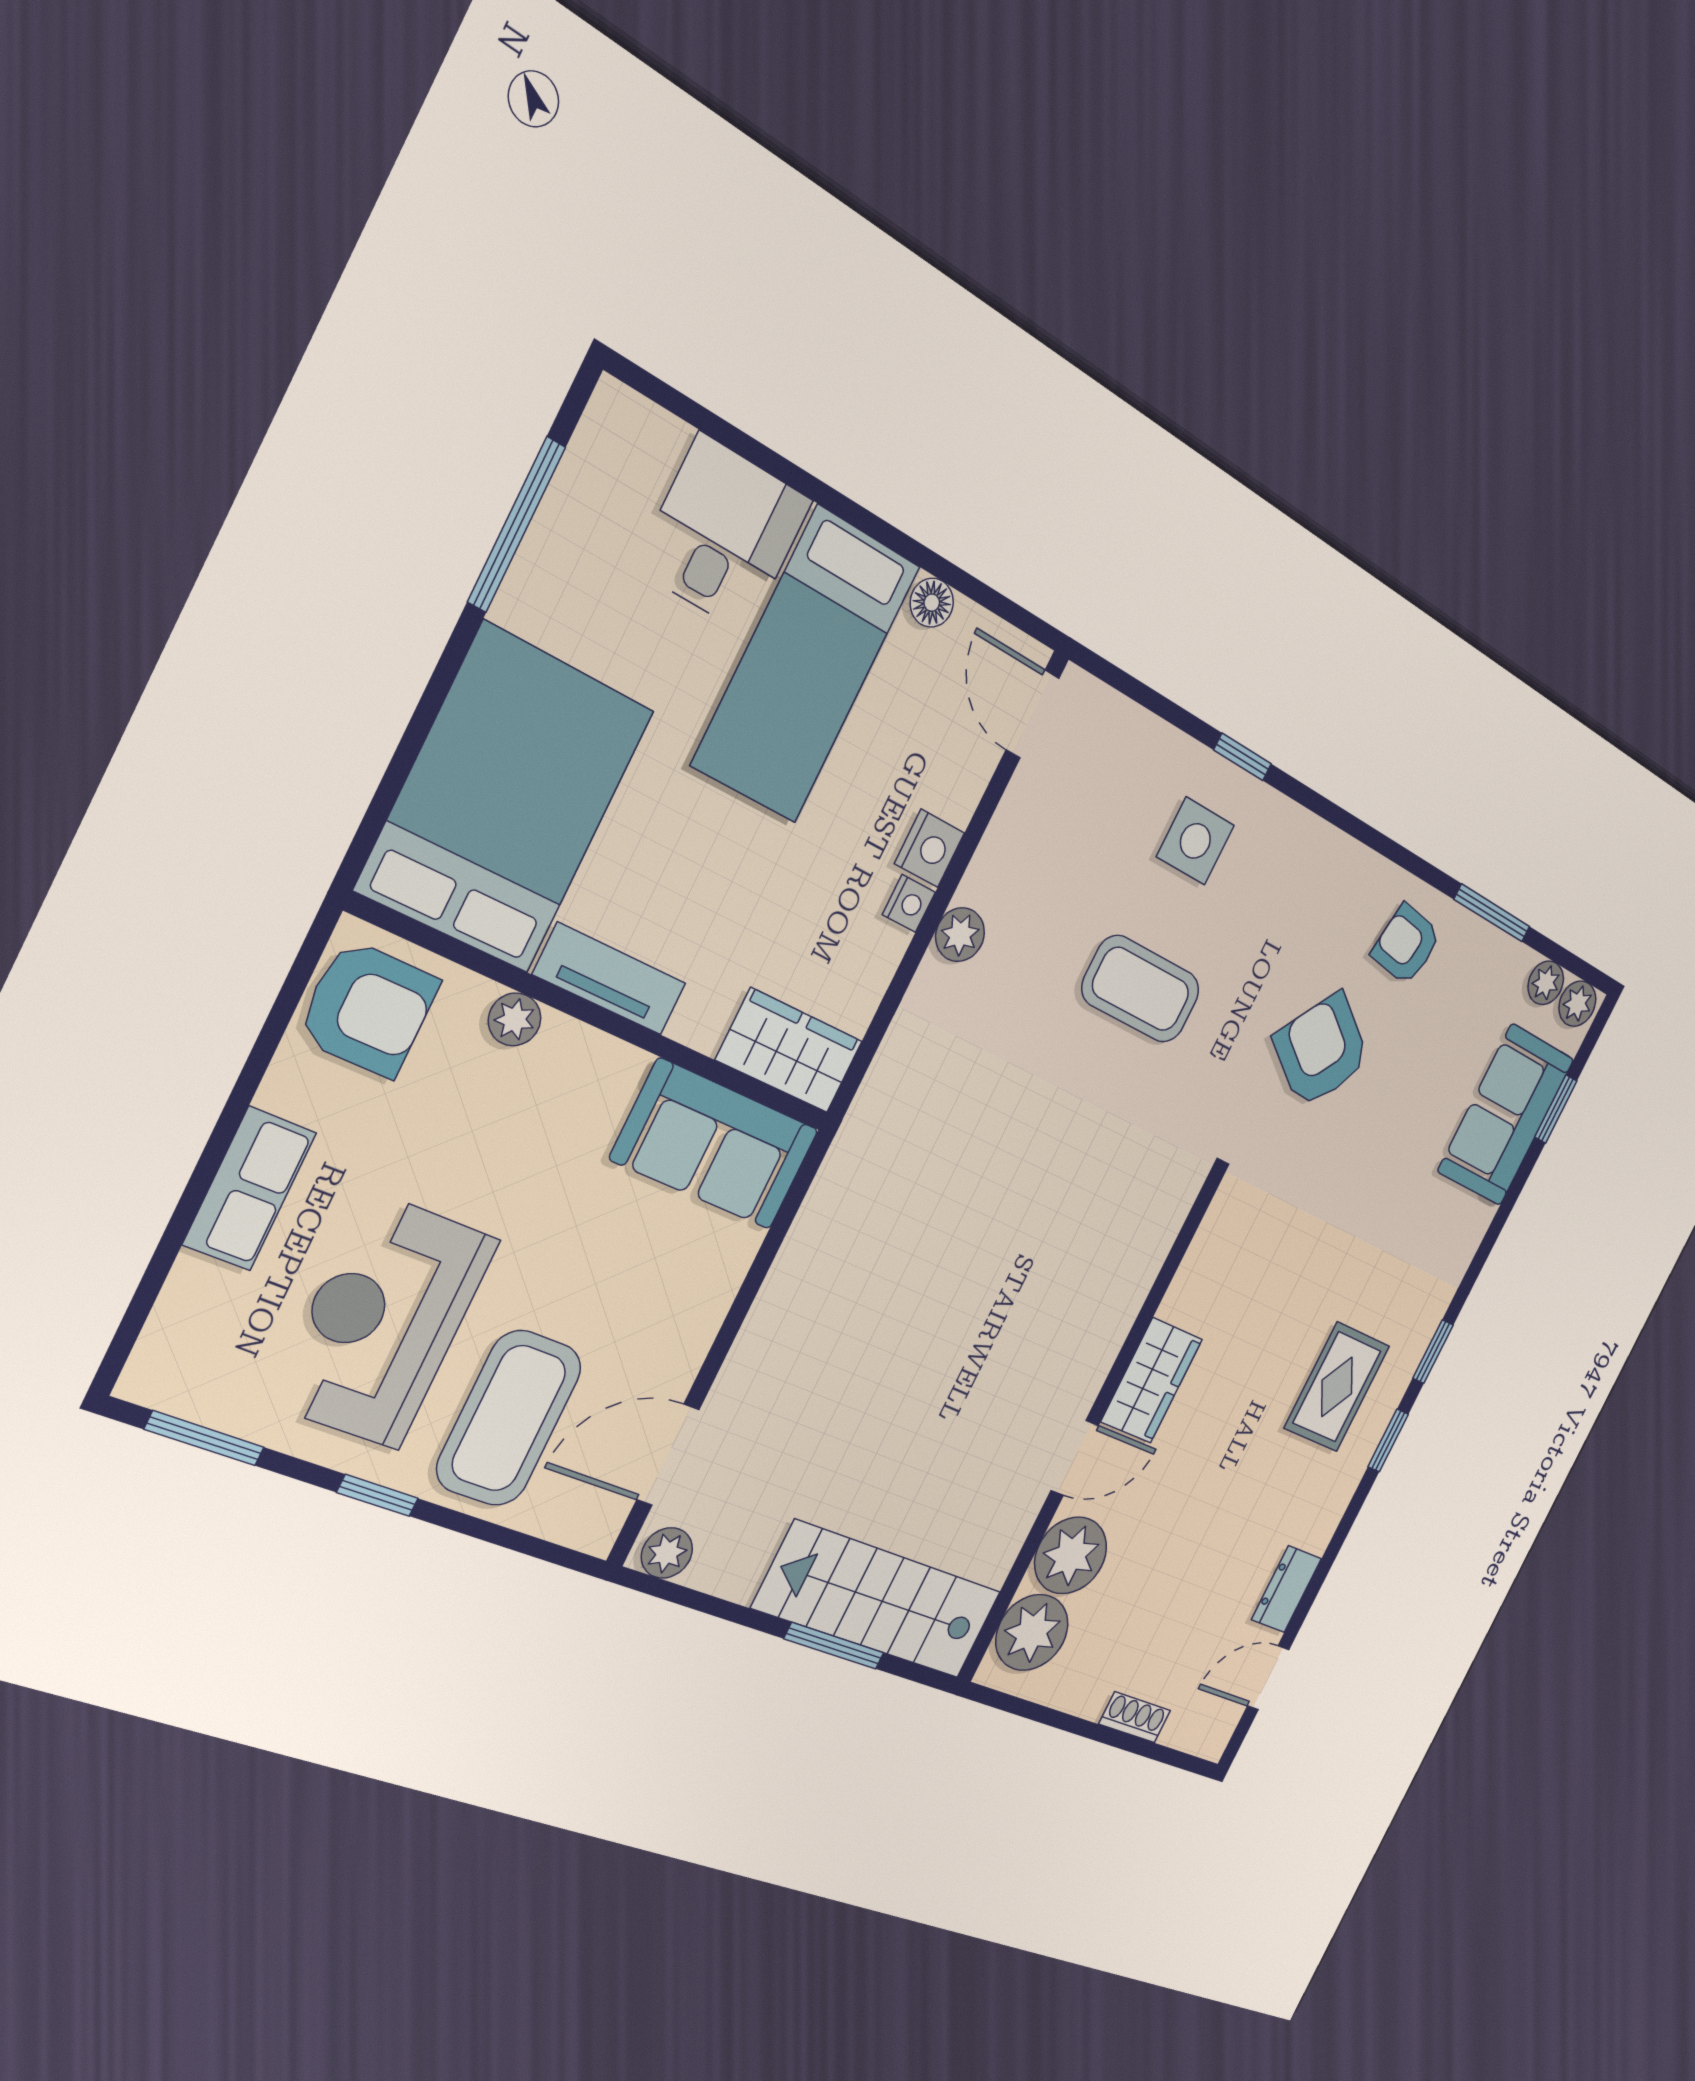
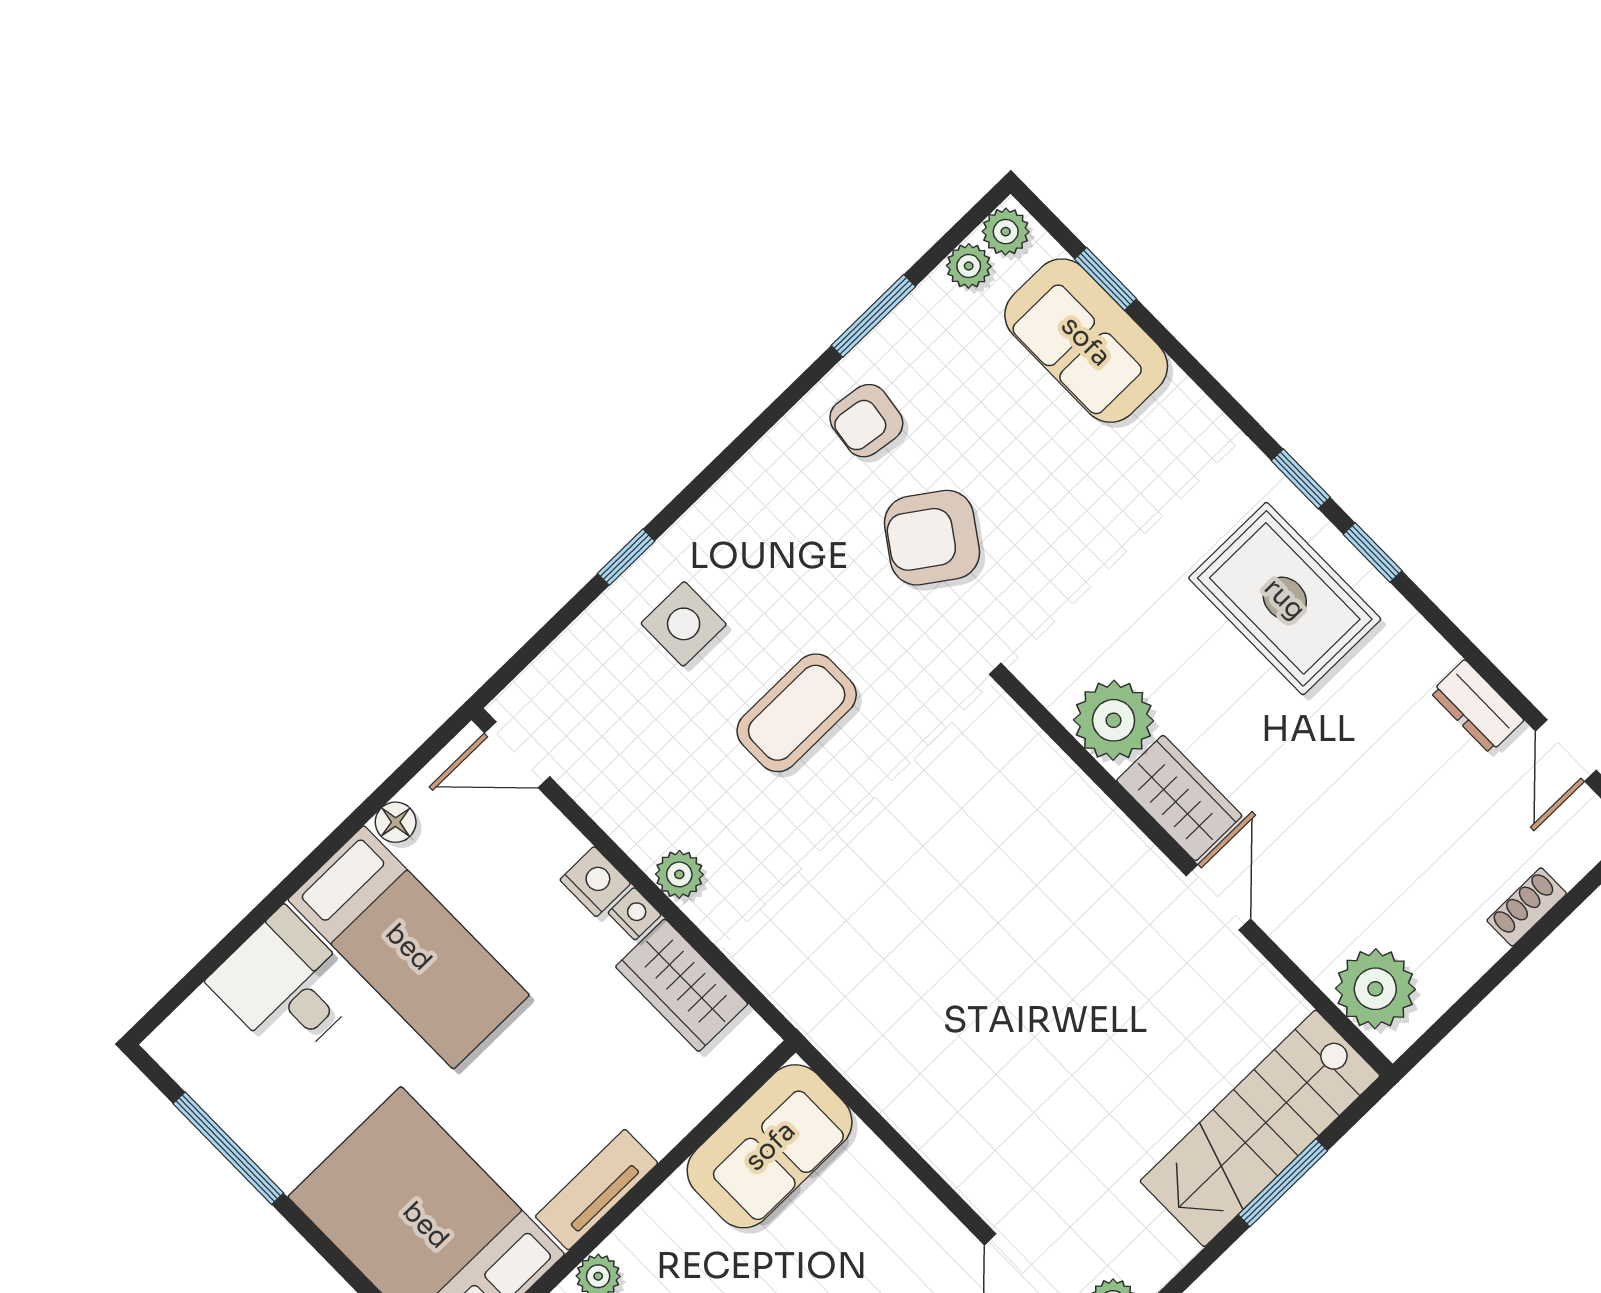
wardrobe: (789, 1051) -> (682, 985), moved, turned -90
rug: (1337, 1387) -> (1285, 599), width x1.36, depth x1.43
plant: (1071, 1555) -> (1114, 720), moved

